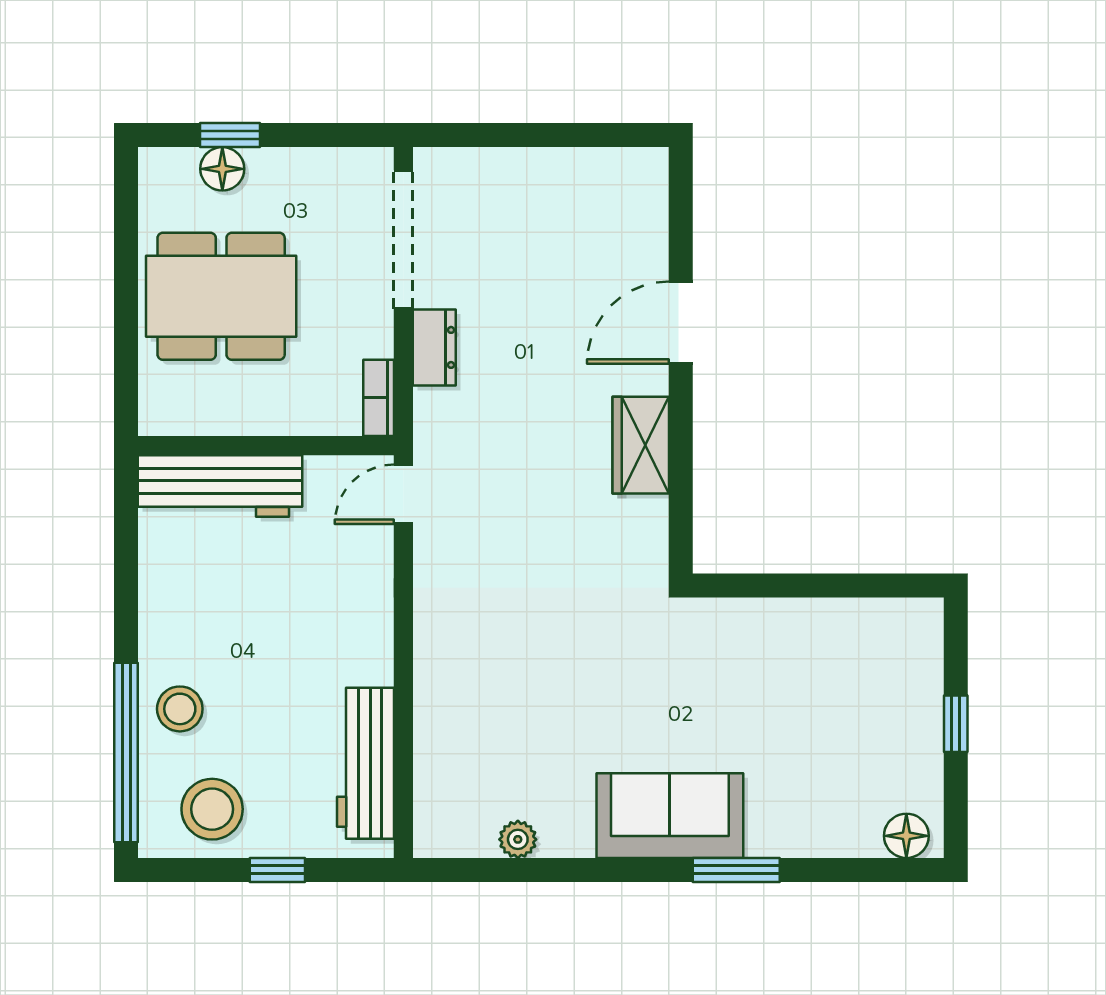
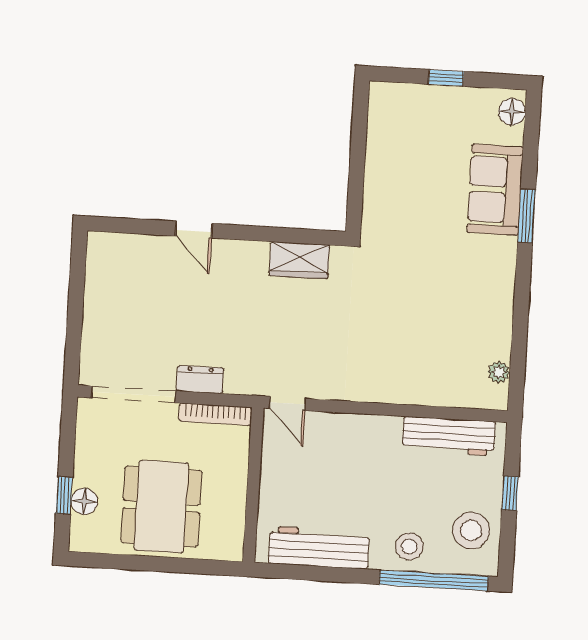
door: (681, 323) -> (194, 230), width x0.73
bookcase: (379, 398) -> (215, 414), width x1.56
wardrobe: (641, 445) -> (299, 260), moved
workbench: (220, 486) -> (319, 548), moved, turned -90
sofa: (670, 816) -> (495, 190), moved
plant: (518, 839) -> (499, 372), moved

